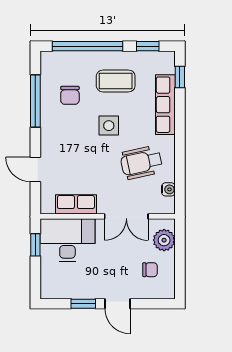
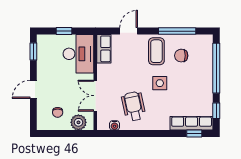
coffee table: (116, 81) -> (156, 51), moved
row of seats: (165, 105) -> (192, 123), moved
row of seats: (76, 204) -> (104, 49), moved
window: (35, 245) -> (64, 31), moved
window: (83, 304) -> (33, 52), moved

